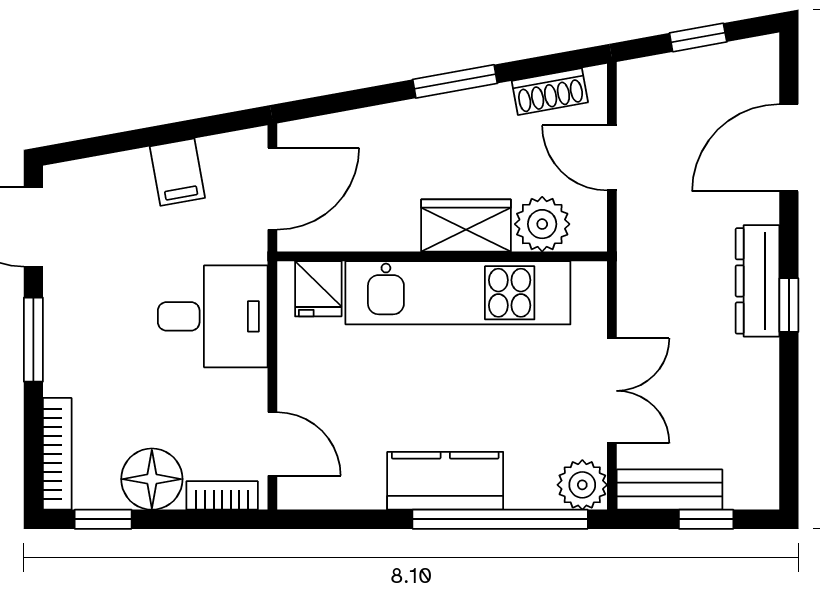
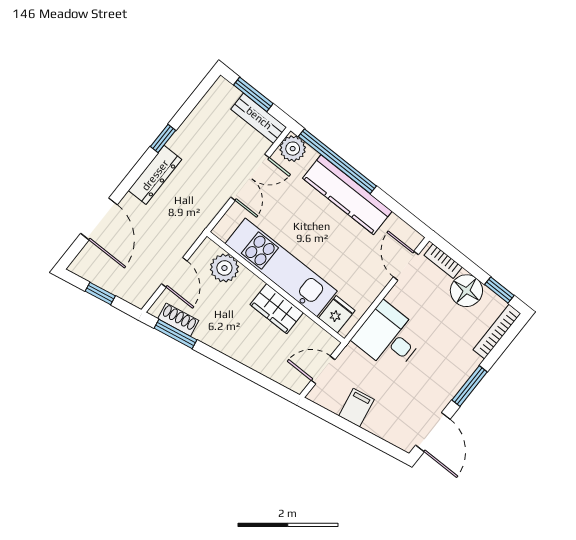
window: (455, 81) -> (175, 334), moved
door: (789, 148) -> (99, 219), hinge flipped
door: (272, 189) -> (323, 370), width x0.73
wardrobe: (466, 225) -> (277, 309), moved
window: (789, 305) -> (163, 139), moved
double door: (612, 391) -> (250, 177), swing flipped
kitchen counter: (445, 481) -> (347, 195), width x1.50
window: (706, 519) -> (253, 94), width x1.50

